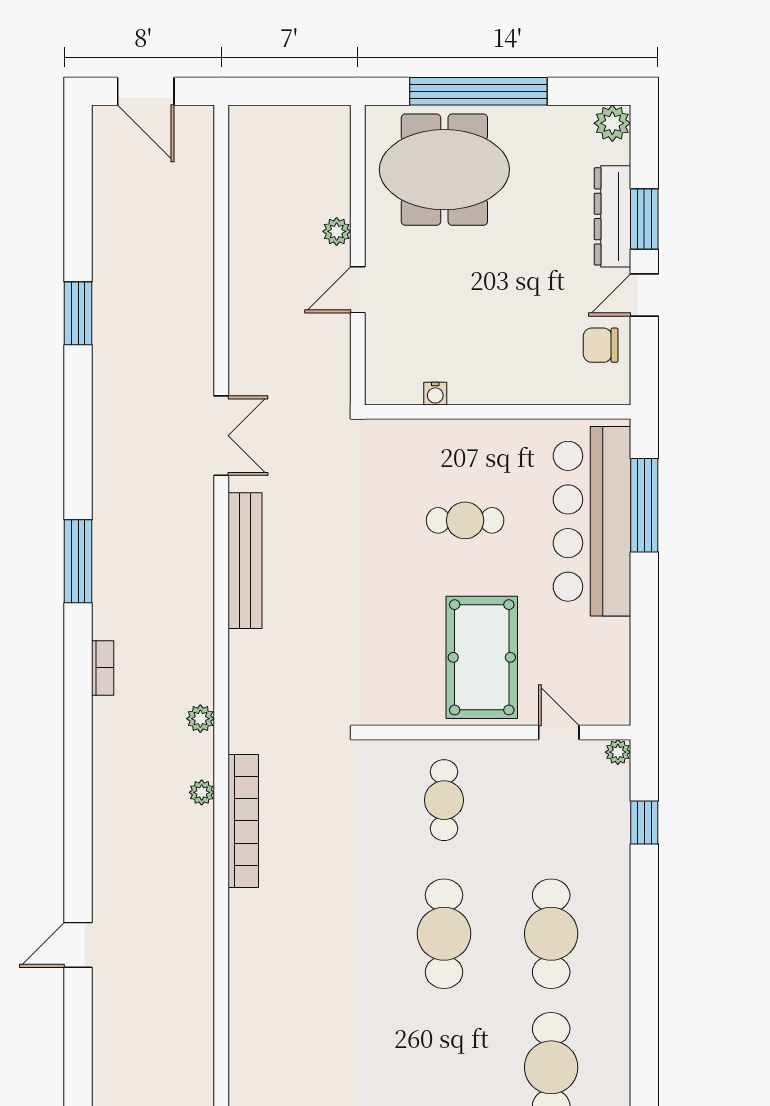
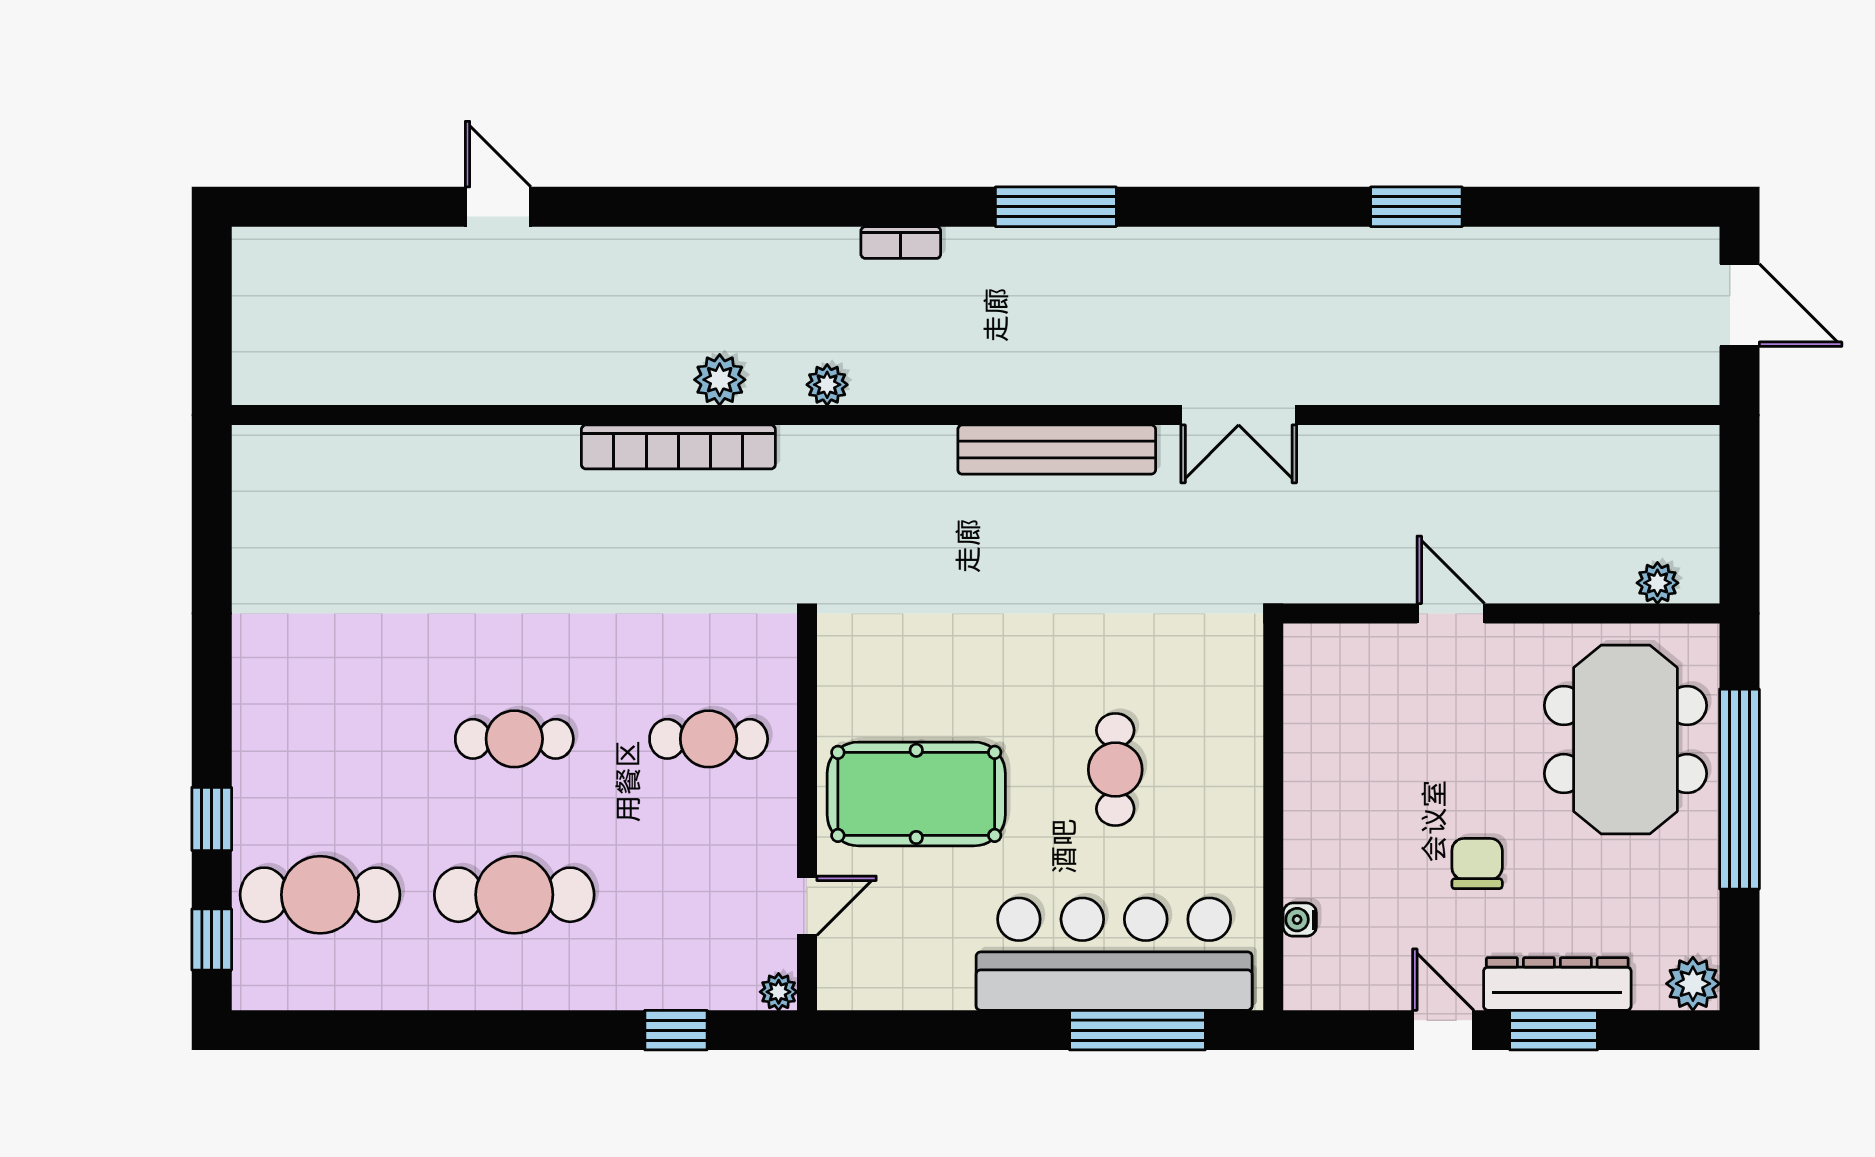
door: (146, 91) -> (1739, 305), swing flipped
plant: (337, 231) -> (1657, 583), moved
chair: (601, 345) -> (1477, 864), moved
water cooler: (435, 394) -> (1300, 920), moved
plant: (202, 792) -> (720, 380), width x1.38, depth x1.38
cafe table: (444, 934) -> (514, 739), width x0.73, depth x0.74

